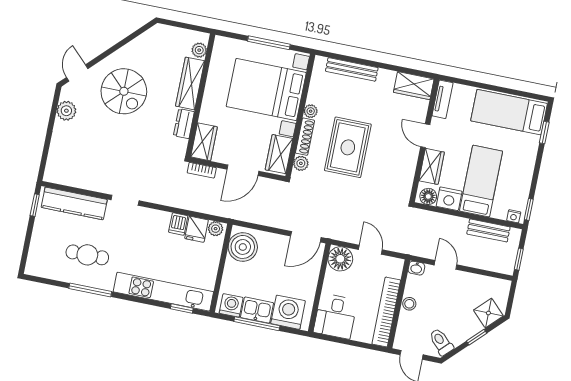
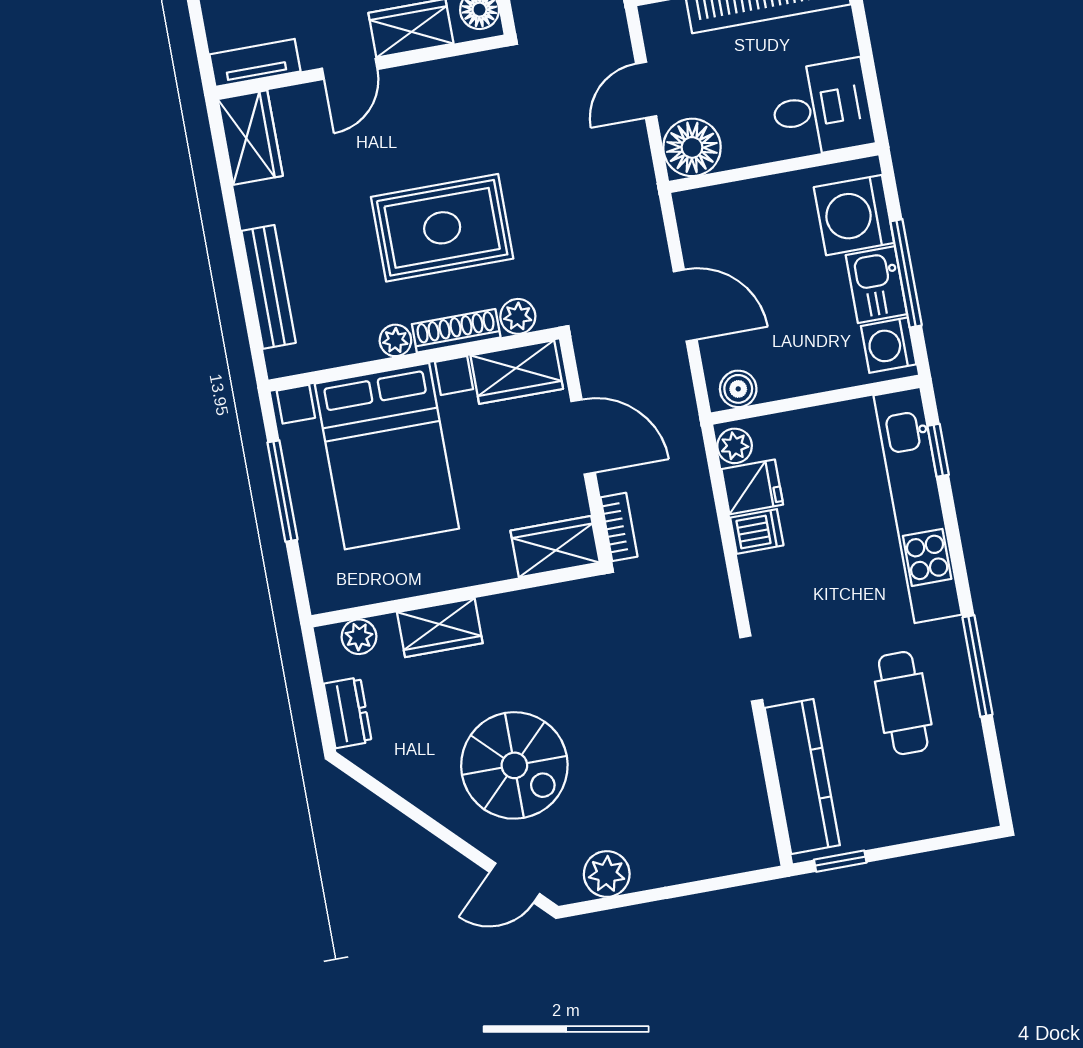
wardrobe: (190, 83) -> (440, 628), width x0.67
spiral stairs: (124, 91) -> (514, 765), turned 90
dresser: (184, 124) -> (348, 713), moved, turned -90
door: (306, 237) -> (685, 305), moved
boiler: (243, 247) -> (738, 389), width x0.54, depth x0.54

